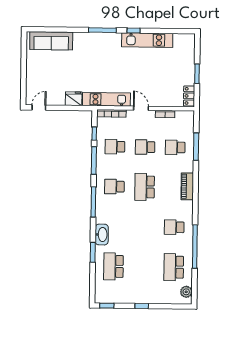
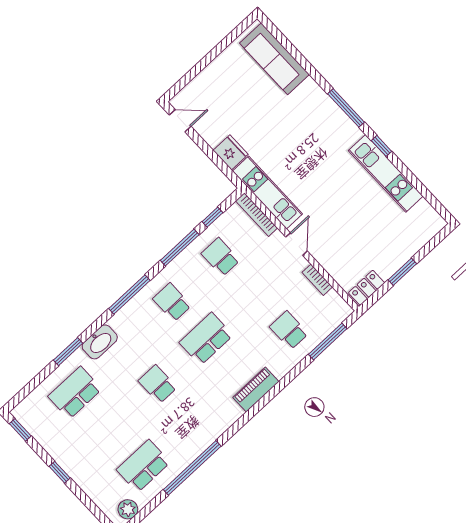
school desk: (145, 147) -> (255, 294), removed
window: (196, 147) -> (328, 341), moved
school desk: (174, 227) -> (158, 384), moved

